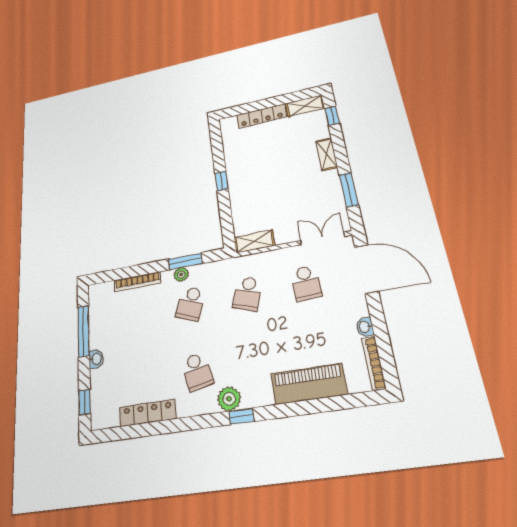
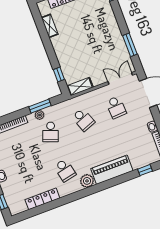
shelving: (327, 154) -> (50, 26), moved
window: (221, 181) -> (59, 75), moved
school desk: (247, 294) -> (83, 120), turned -39
piano: (309, 384) -> (112, 170), moved
window: (242, 416) -> (145, 170), moved

